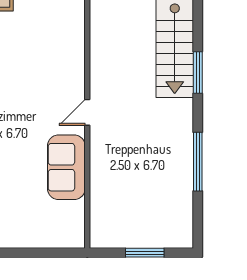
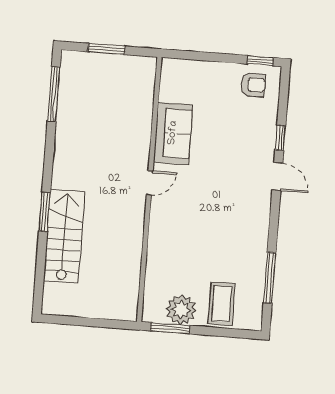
window: (198, 162) -> (54, 94), moved

